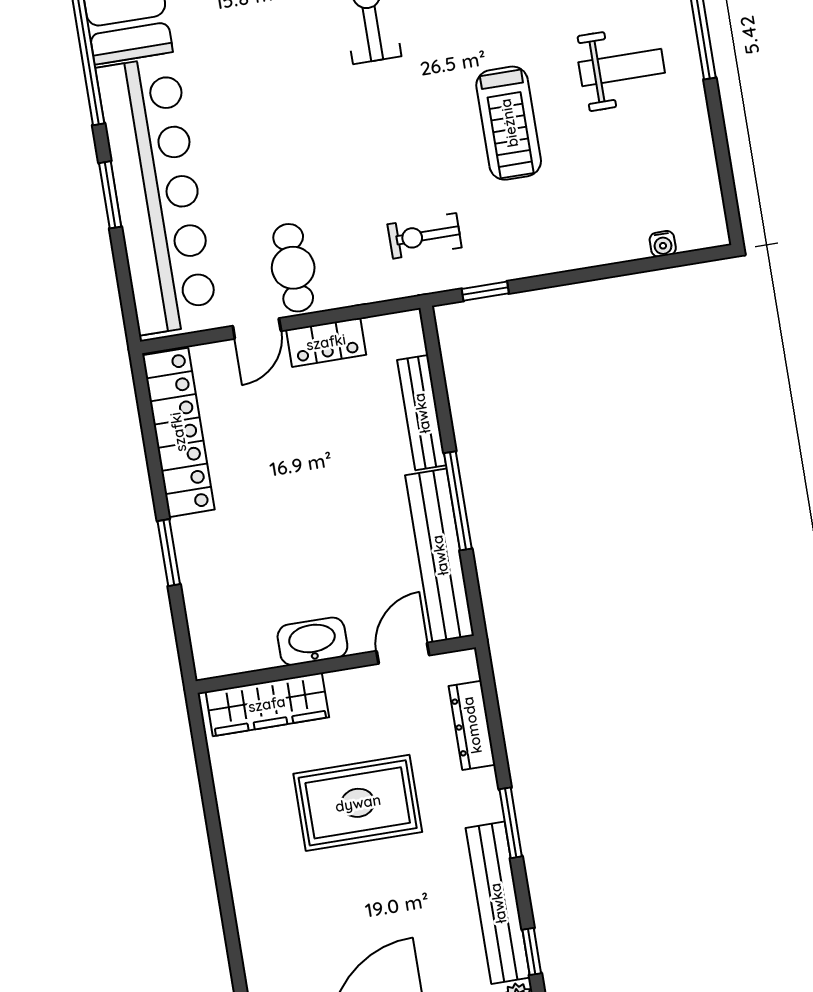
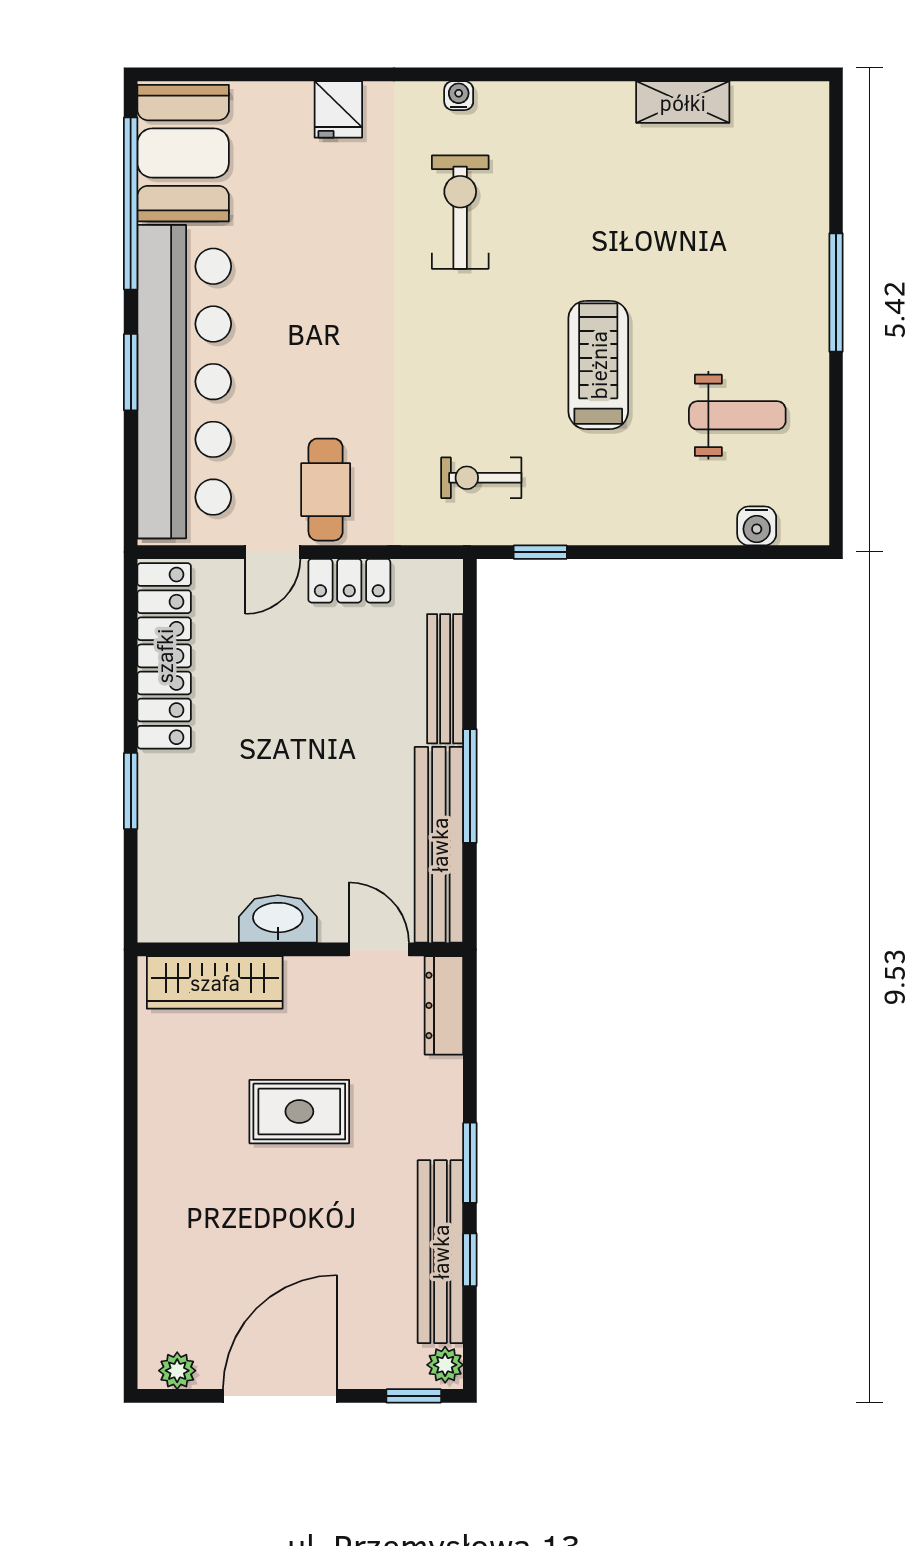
weight bench: (622, 67) -> (737, 415), moved
treadmill: (509, 123) -> (598, 365), turned 180
water cooler: (663, 244) -> (757, 526), width x1.38, depth x1.38
door: (403, 653) -> (379, 949), hinge flipped
dresser: (472, 725) -> (444, 1005), moved
rug: (358, 803) -> (299, 1112), width x0.73, depth x0.70
window: (532, 952) -> (470, 1260), moved

